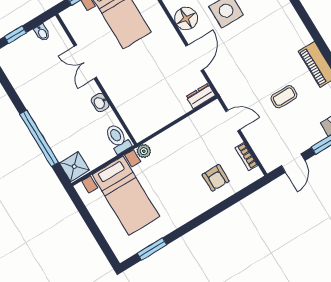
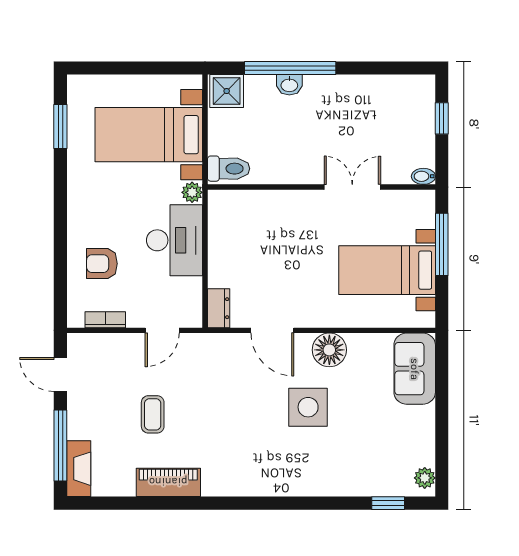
bidet: (42, 33) -> (423, 176), moved
washbasin: (100, 103) -> (289, 85), moved, turned 180
desk: (177, 145) -> (175, 240), added

